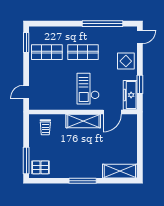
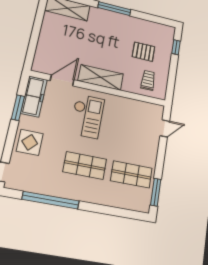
window: (26, 161) -> (176, 47), width x0.46
pallet: (41, 167) -> (144, 52), moved

